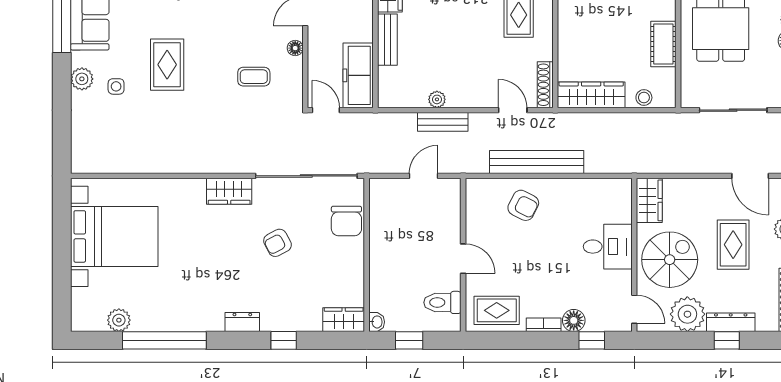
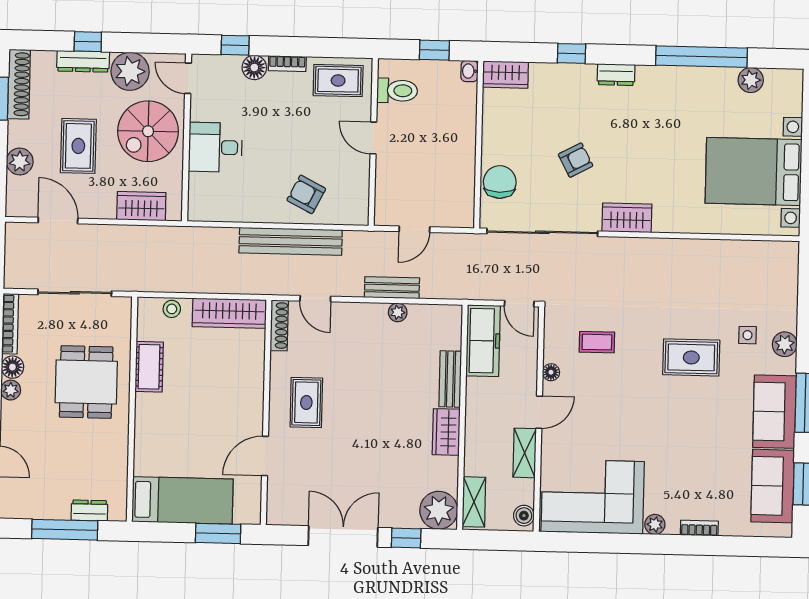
rug: (167, 65) -> (691, 357), turned 90
wardrobe: (649, 200) -> (141, 206), moved, turned 90

